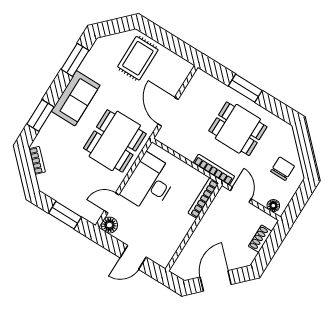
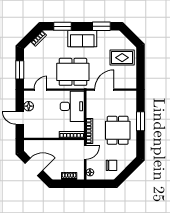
desk: (150, 183) -> (72, 106), moved, turned 90
door: (112, 203) -> (41, 90), hinge flipped
floor lamp: (109, 225) -> (29, 106), moved

